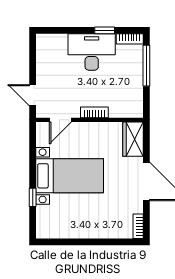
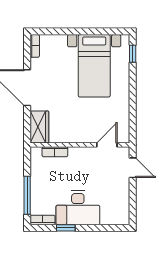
bookcase: (94, 112) -> (55, 152), moved
bed with nightstands: (70, 176) -> (94, 66), moved, turned -90
window: (33, 197) -> (133, 54), moved

